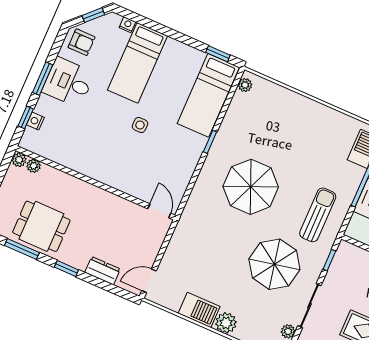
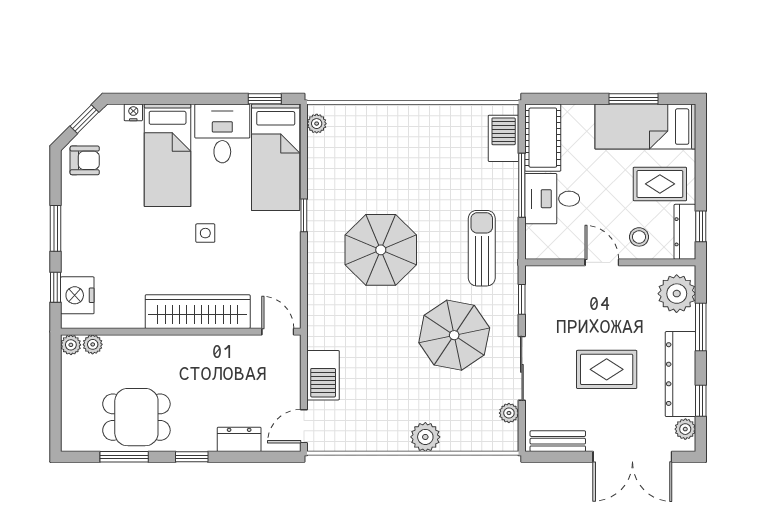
desk: (68, 82) -> (222, 133), moved, turned 90
nightstand: (35, 121) -> (77, 295), width x1.89, depth x1.79
wardrobe: (112, 175) -> (198, 312), added
barbecue: (199, 310) -> (323, 375), moved, turned 90

